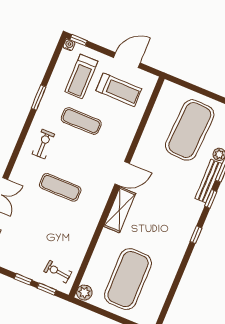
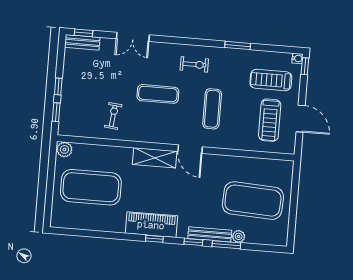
exercise mat: (81, 121) -> (212, 109), moved
exercise mat: (60, 187) -> (158, 94), turned 90
piano: (182, 233) -> (151, 225), added
exercise bike: (58, 272) -> (113, 116), moved

